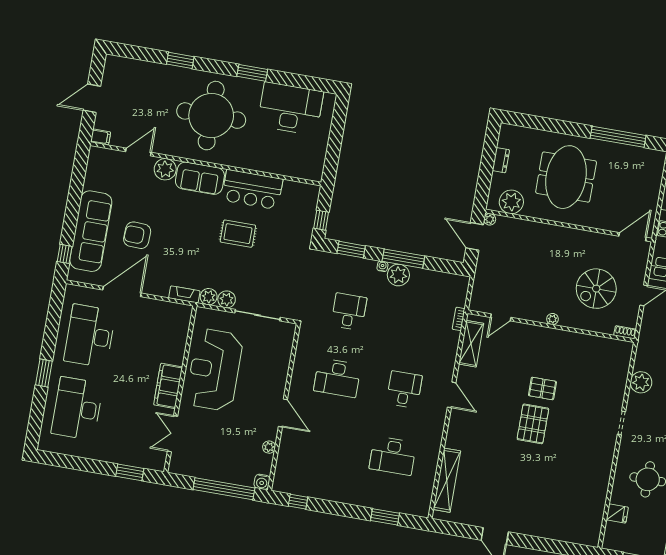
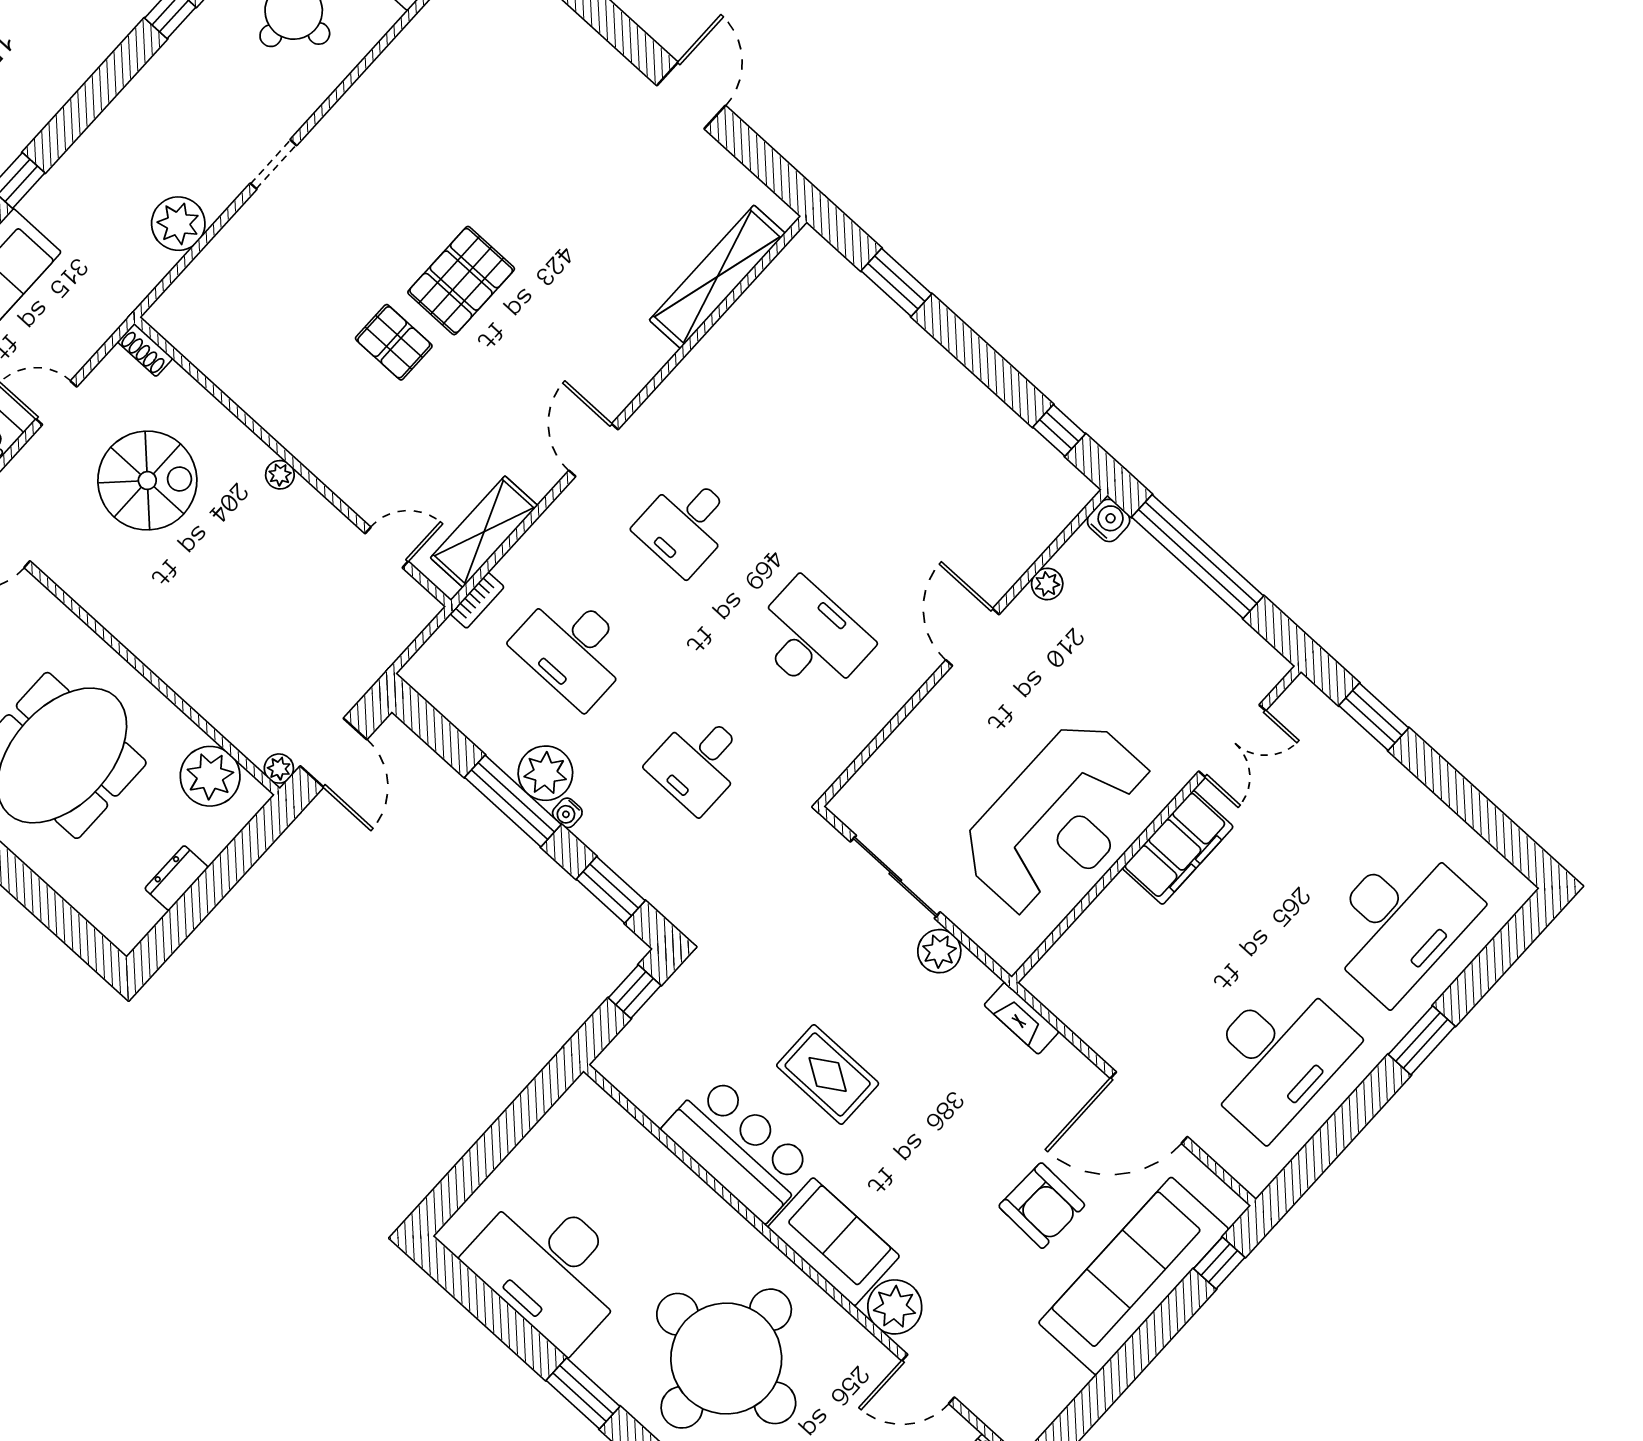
plant: (209, 297) -> (973, 981), removed
desk: (393, 456) -> (573, 648), moved, turned 180

